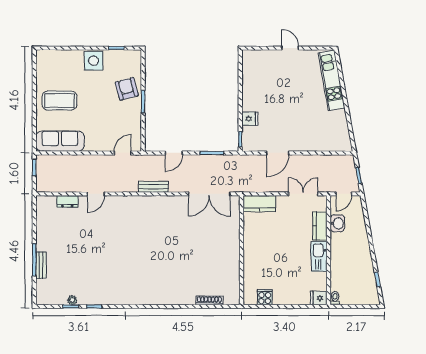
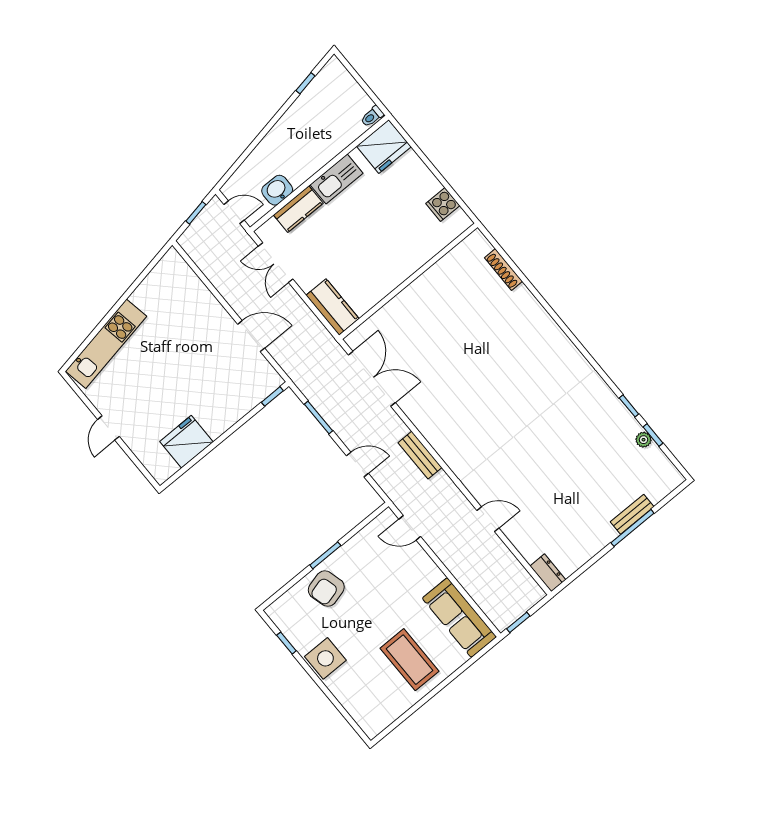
fridge: (250, 119) -> (186, 442), moved, width x1.88, depth x1.34
dresser: (67, 201) -> (548, 573), moved
fridge: (319, 298) -> (384, 146), width x1.88, depth x1.34

